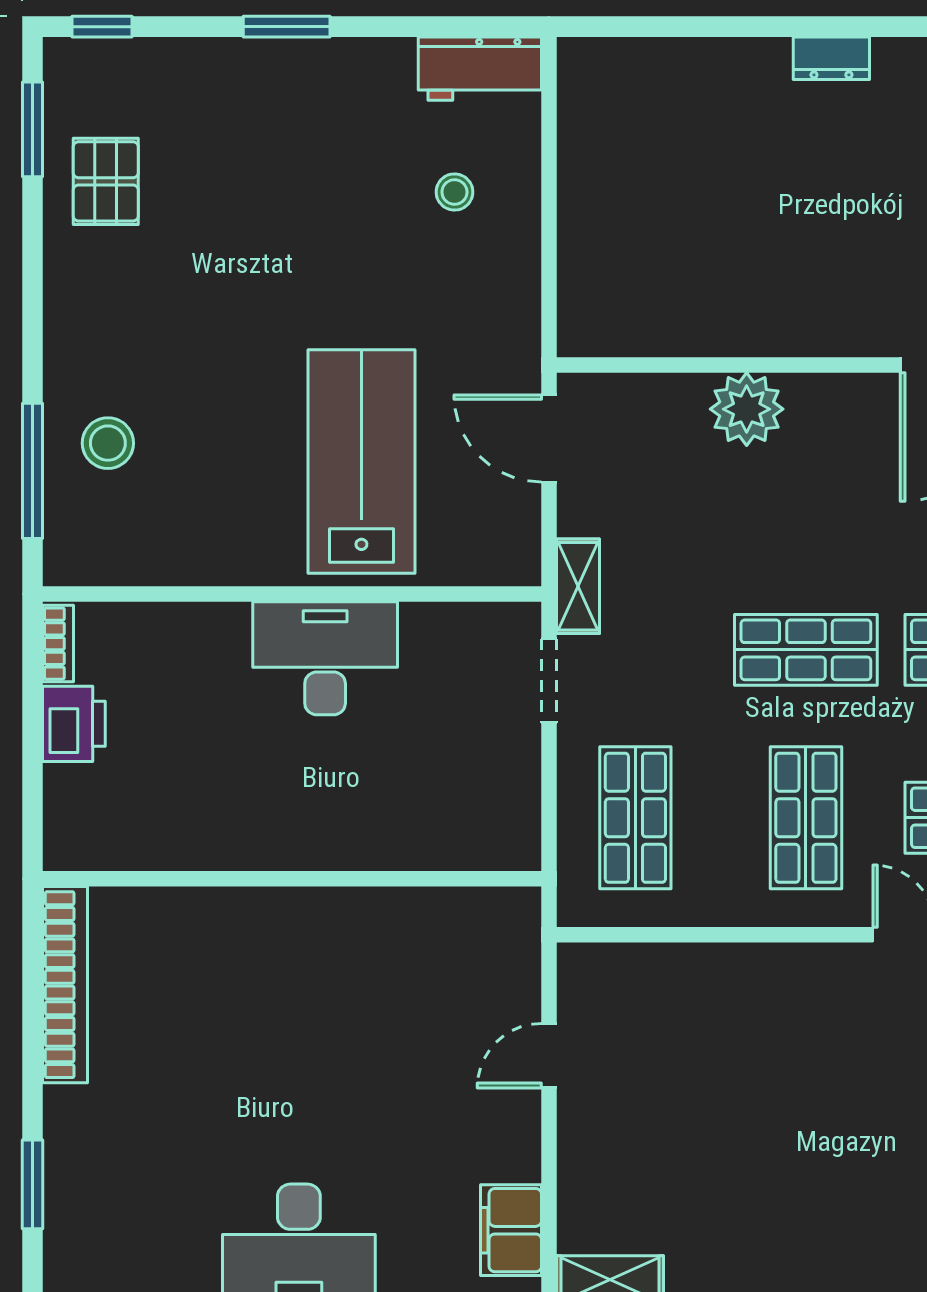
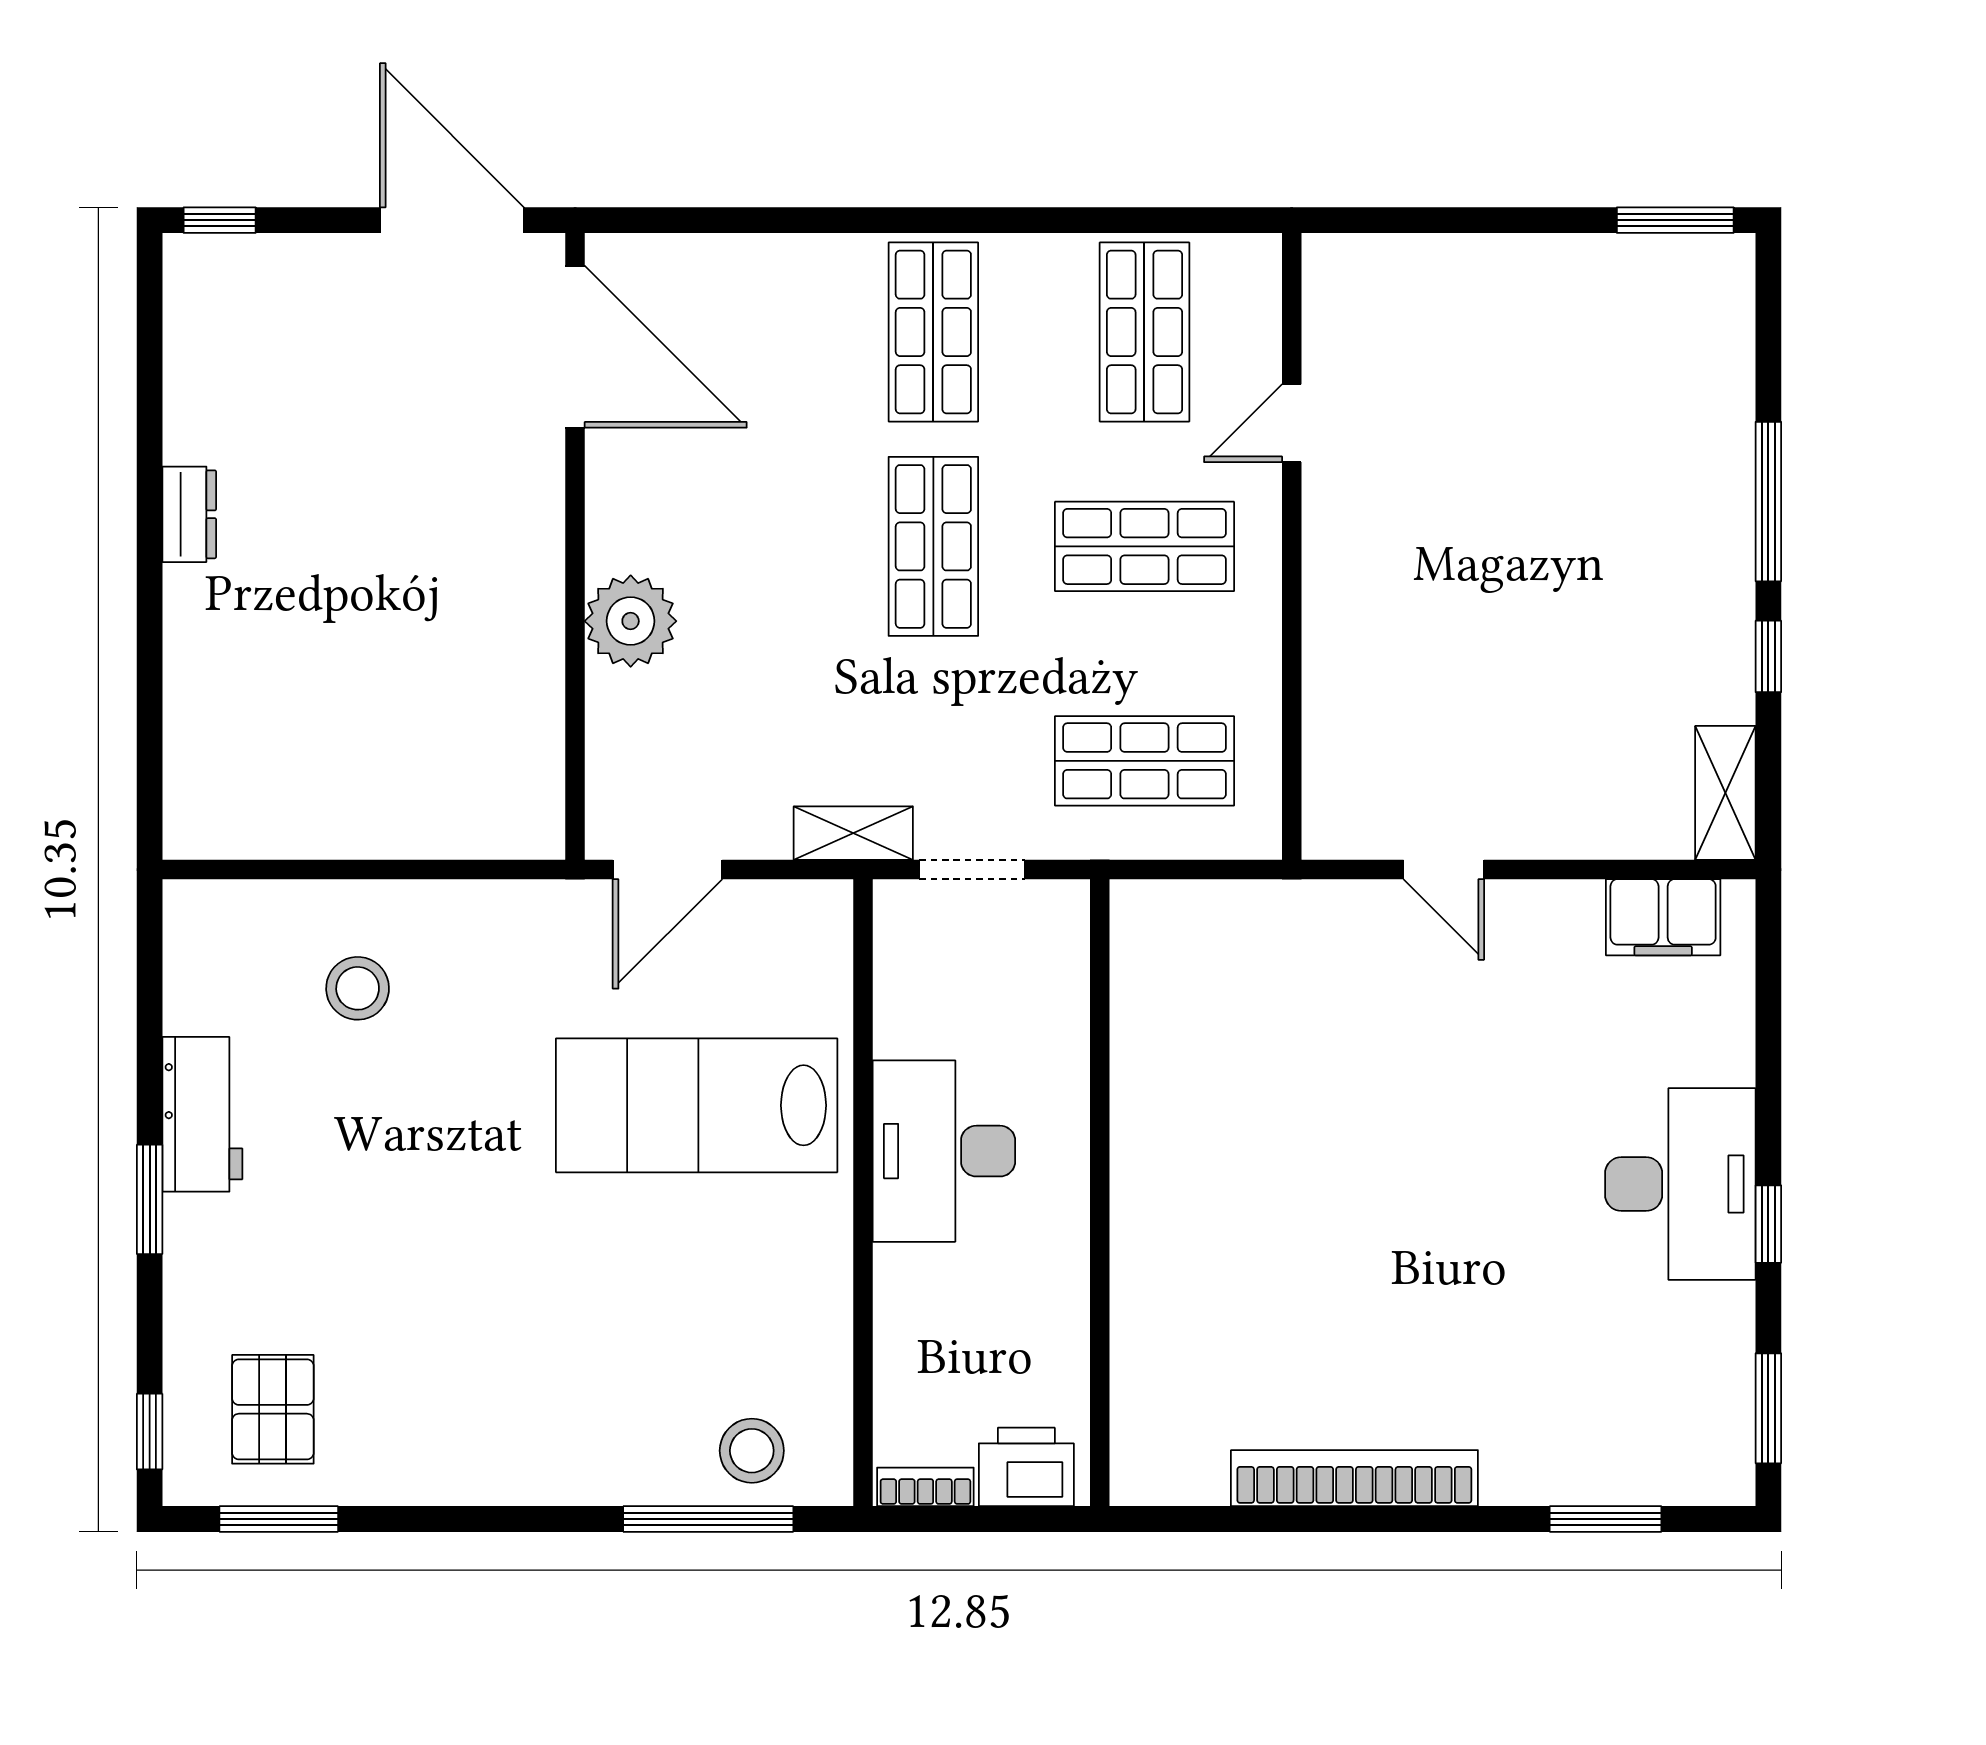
workbench: (480, 69) -> (202, 1114), moved
pallet: (106, 181) -> (273, 1409), moved, turned 90
stool: (454, 192) -> (358, 988), width x1.37, depth x1.37
stool: (108, 443) -> (752, 1451), moved
wall: (292, 879) -> (1100, 1193), moved

